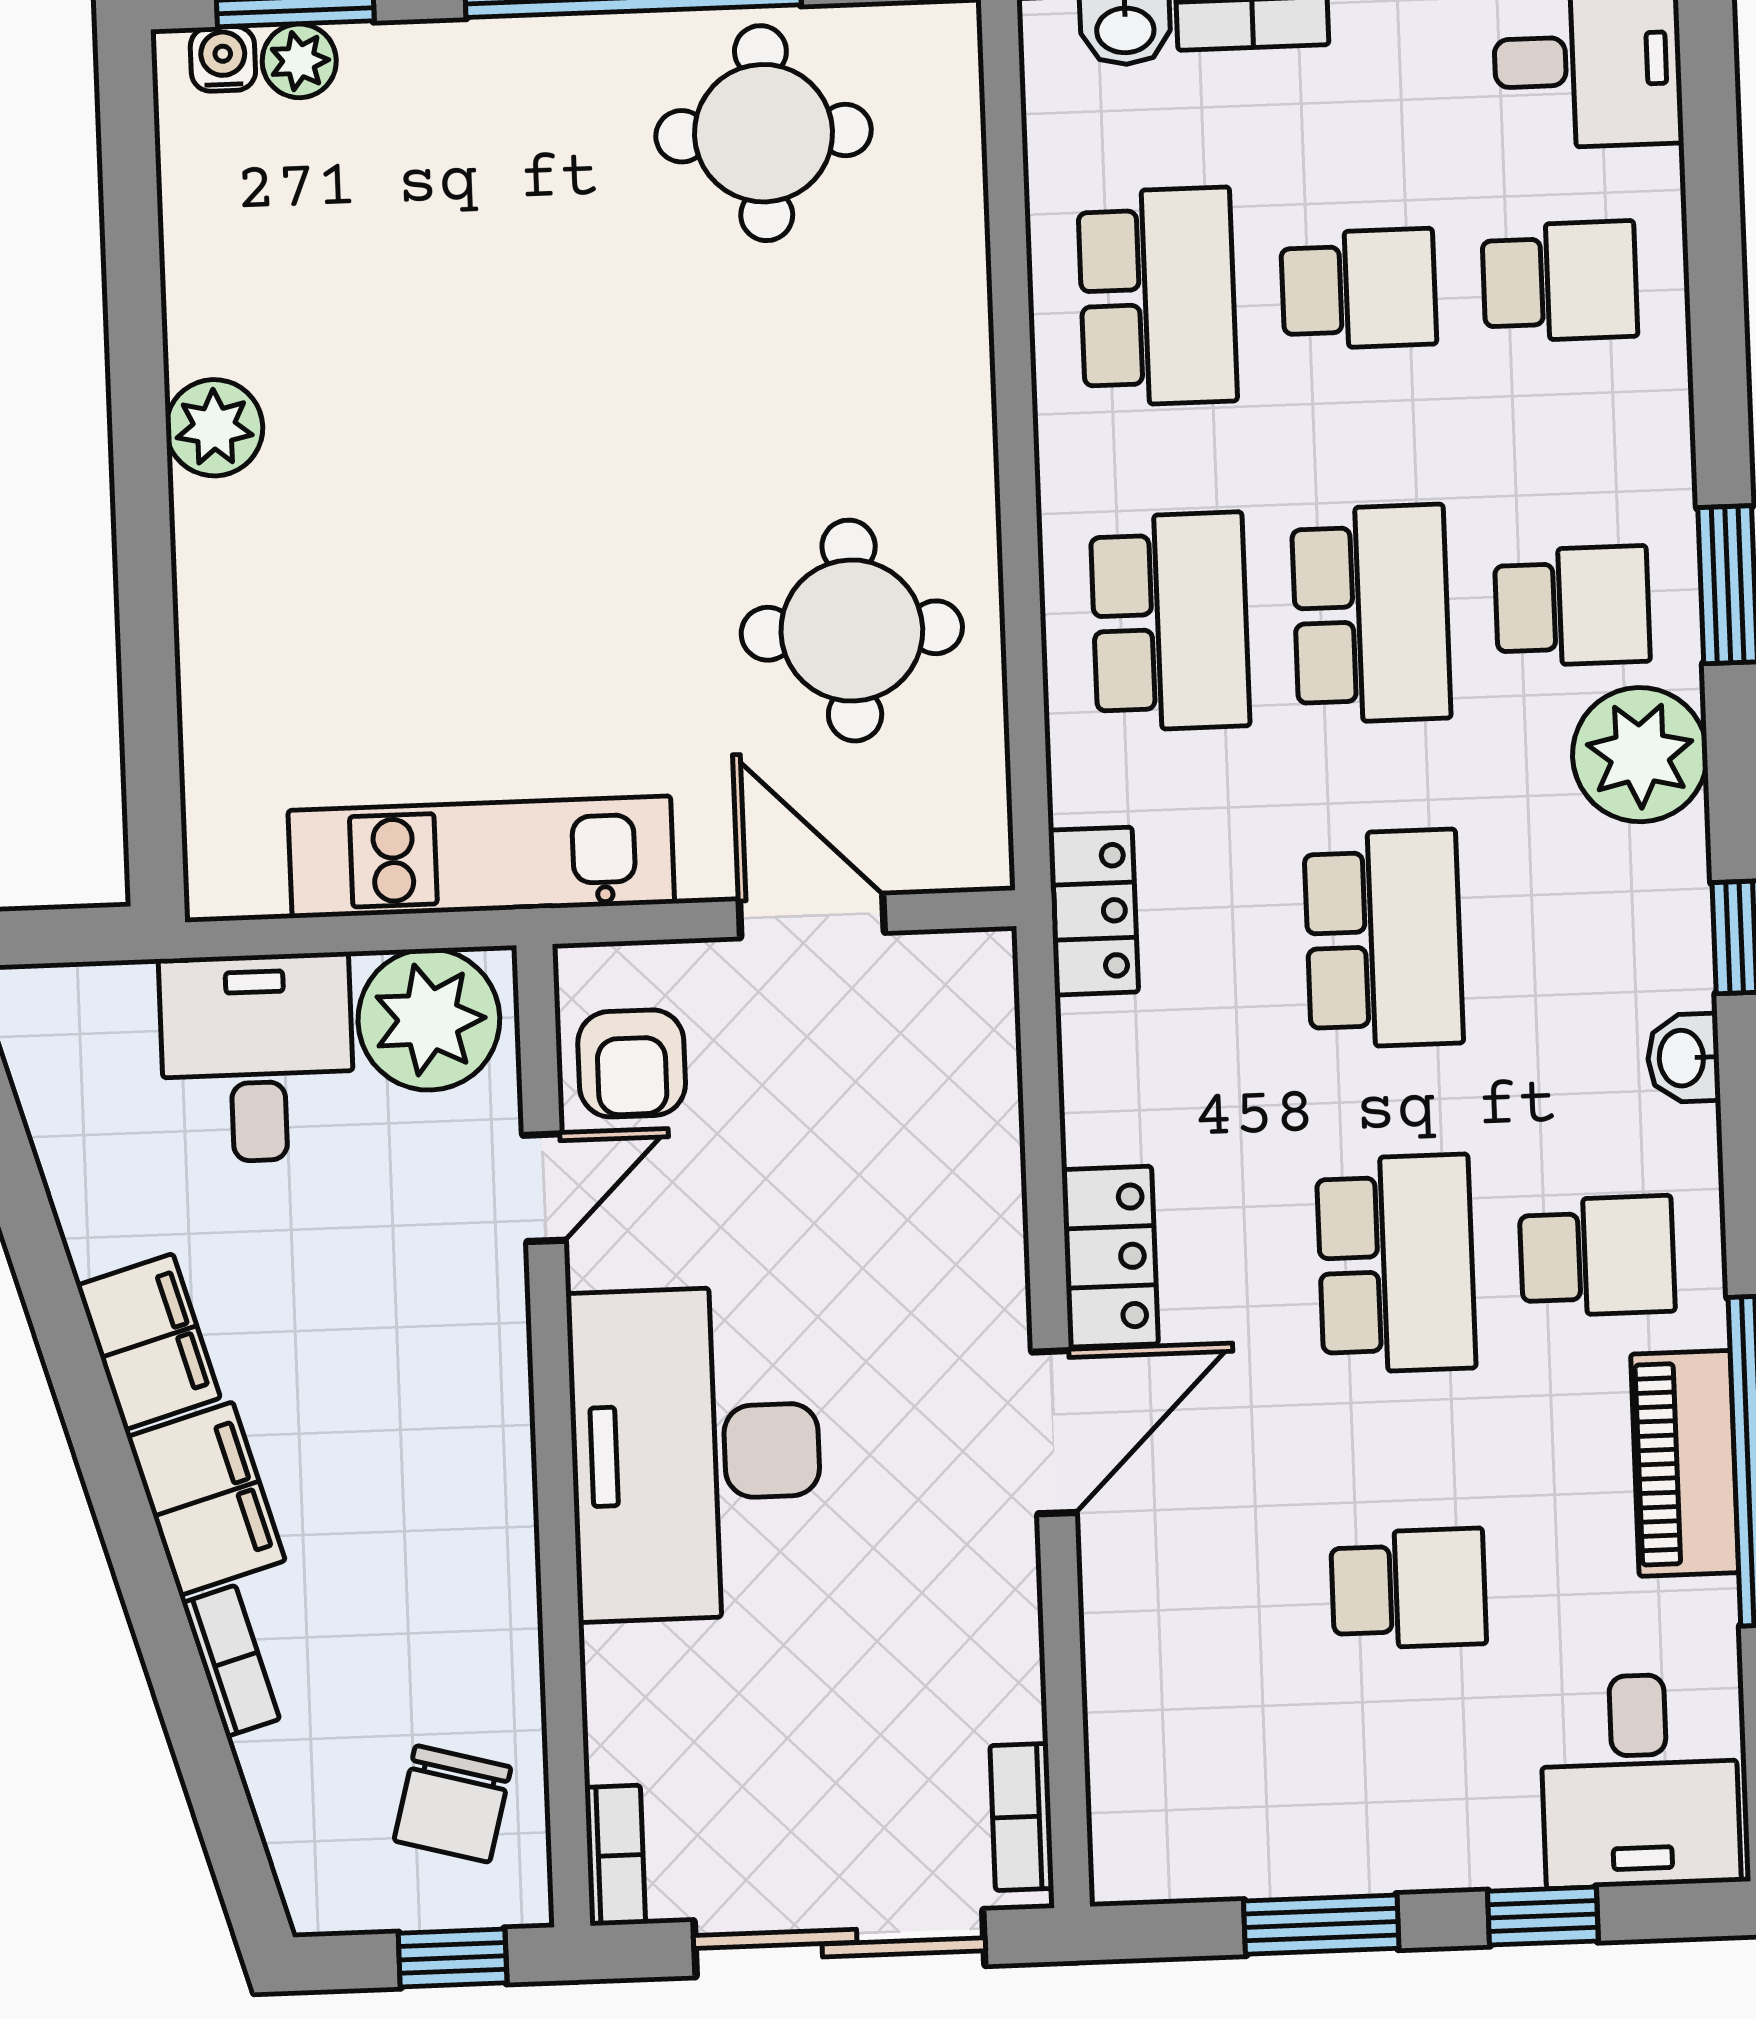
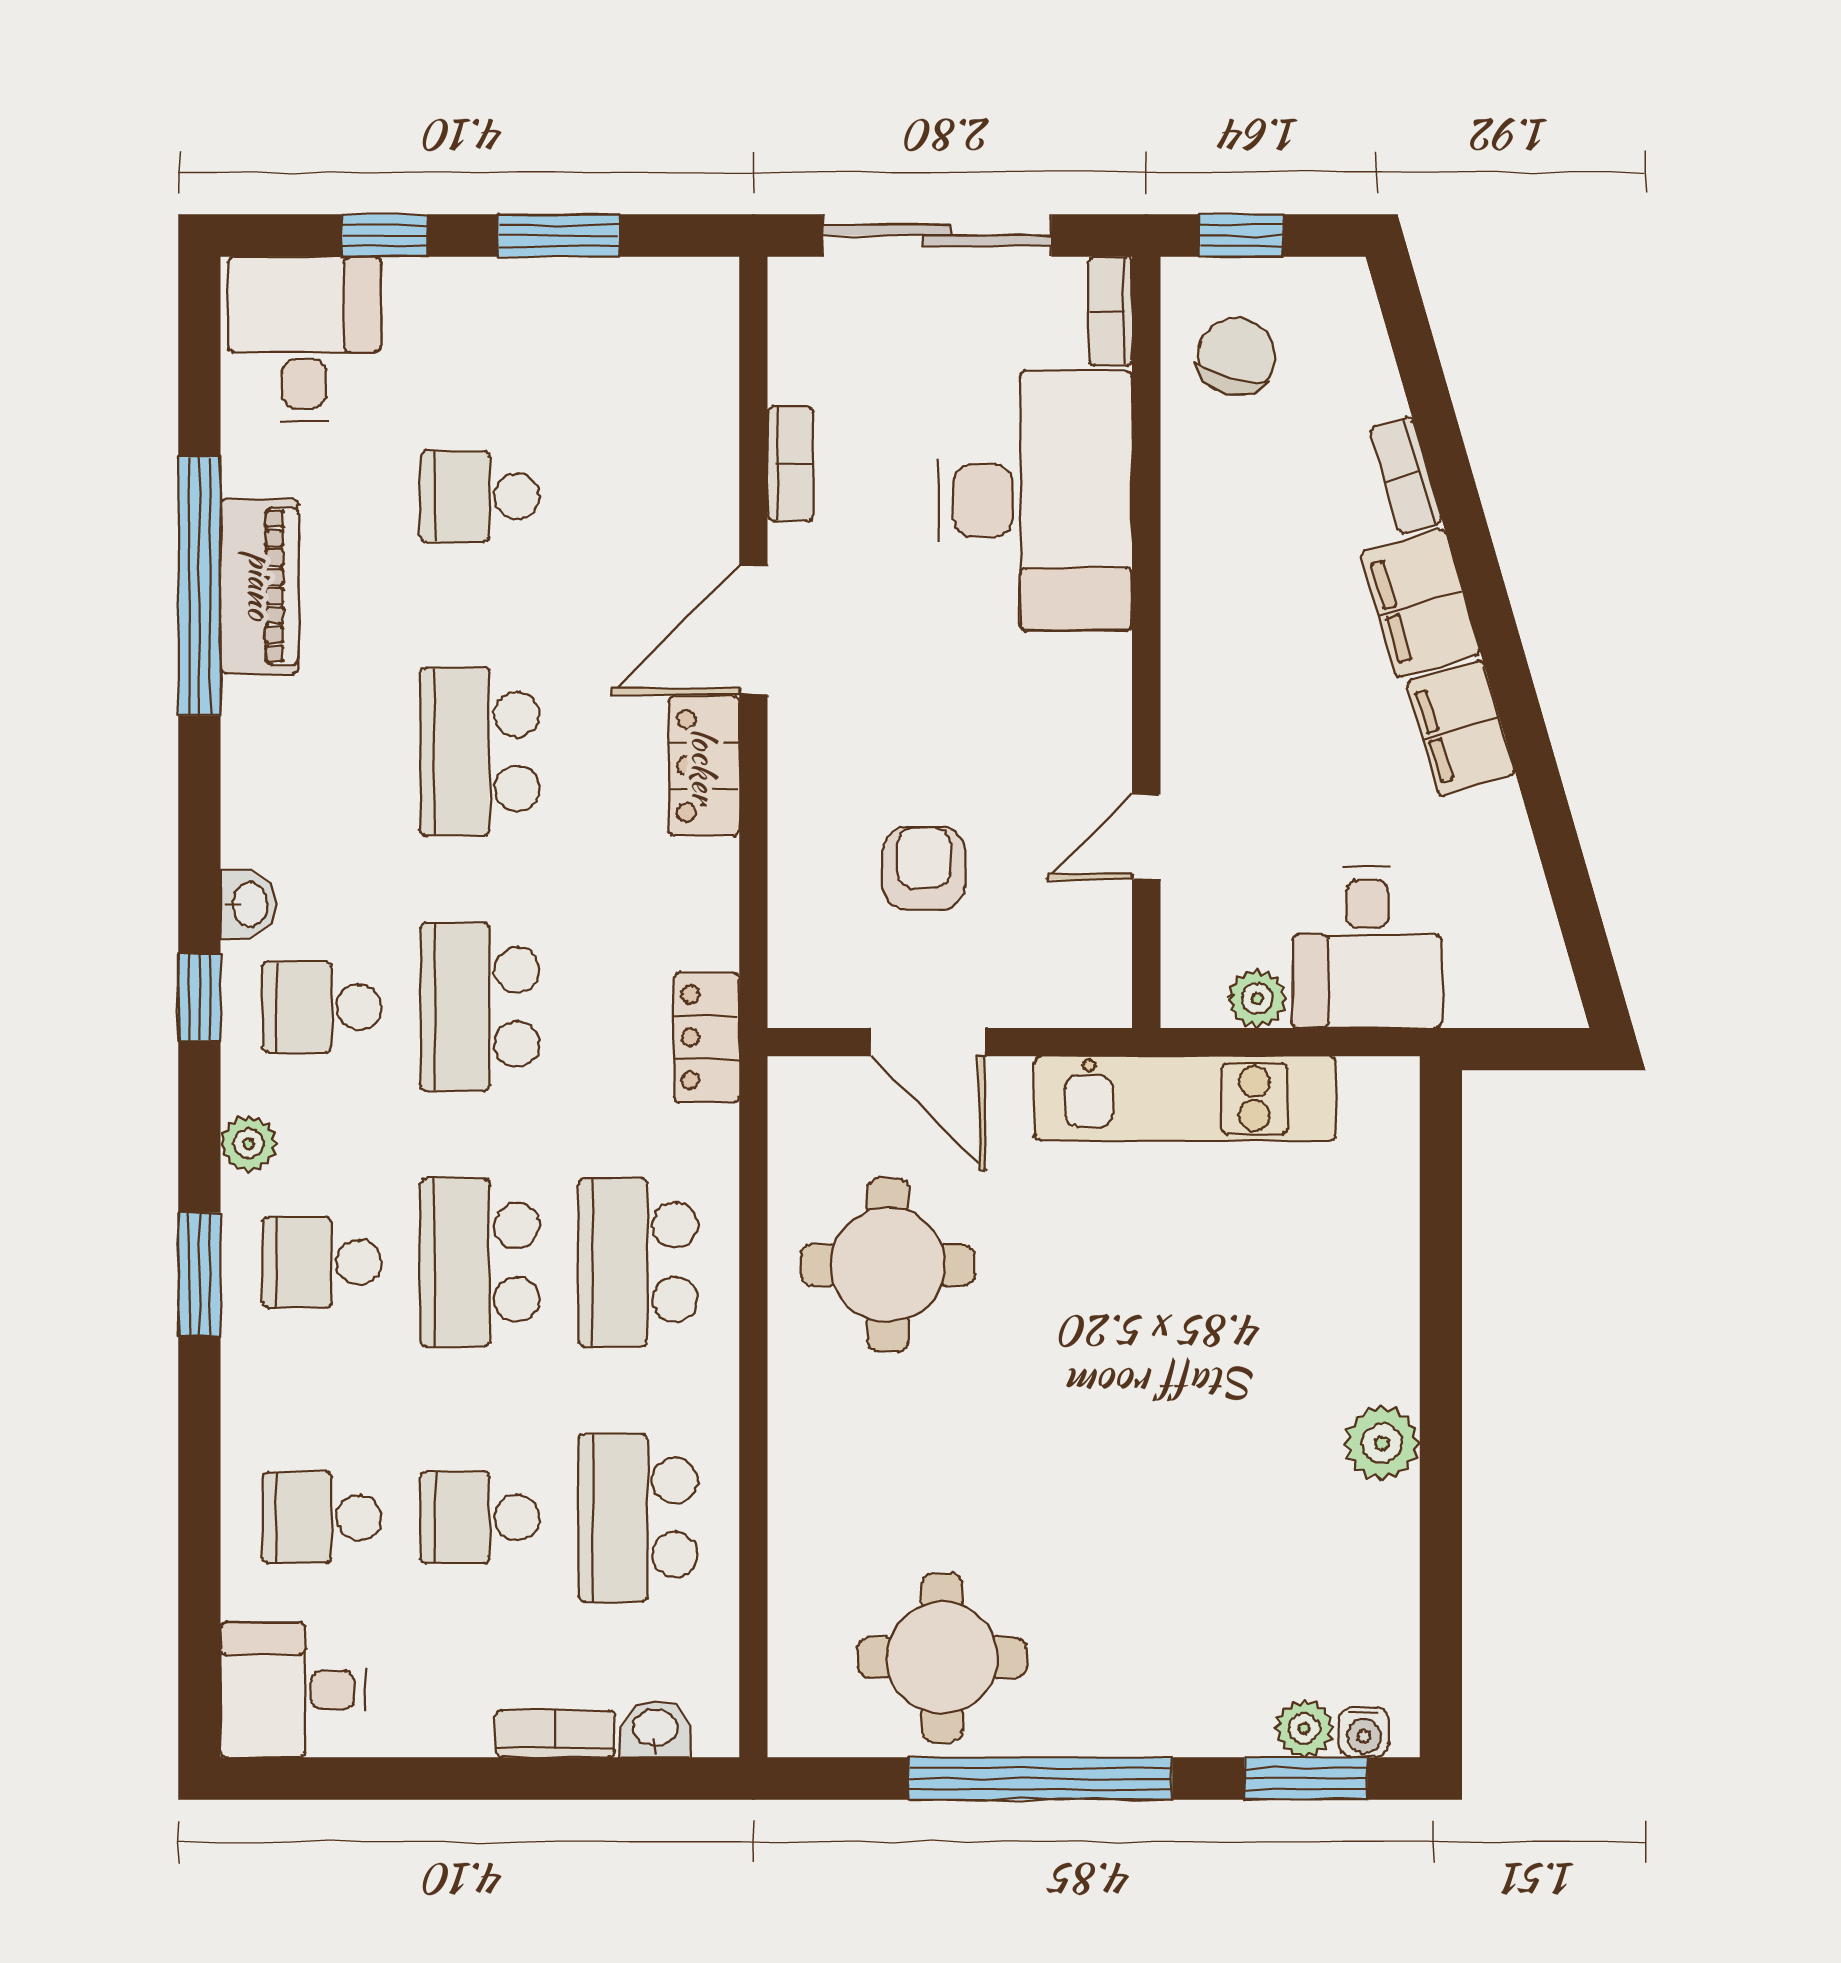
plant: (1640, 755) -> (249, 1144), width x0.53, depth x0.53
plant: (429, 1019) -> (1257, 998), width x0.53, depth x0.53
armchair: (632, 1063) -> (924, 868), moved
school desk: (1597, 1256) -> (322, 1007), moved
desk: (695, 1453) -> (1035, 500), moved
bookcase: (1022, 1817) -> (790, 464), moved

